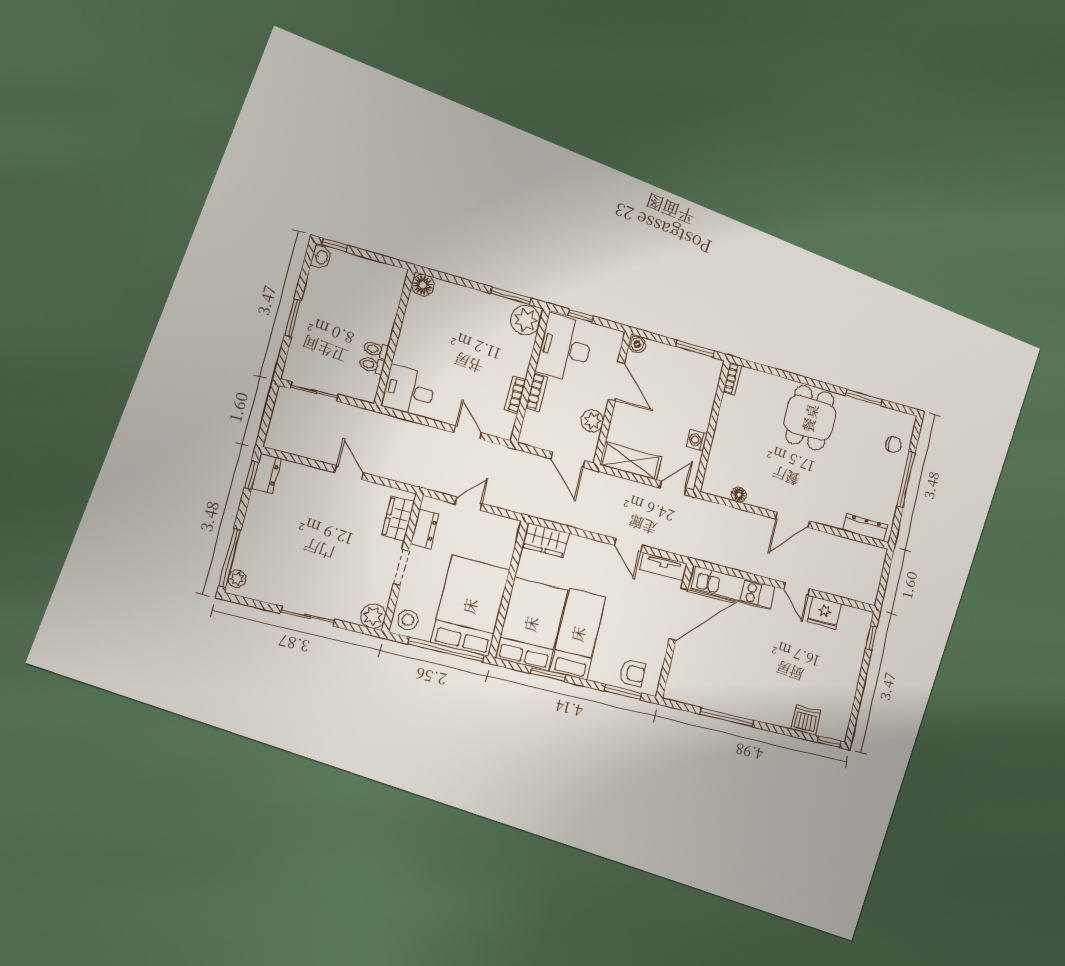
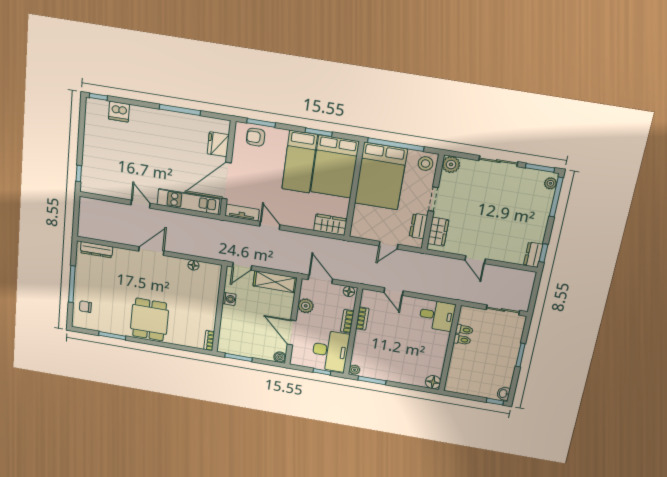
plant: (525, 320) -> (355, 370), width x0.53, depth x0.53
floor lamp: (530, 438) -> (349, 291), added
window: (250, 603) -> (540, 168), added
fridge: (824, 613) -> (218, 144), moved, turned -90

